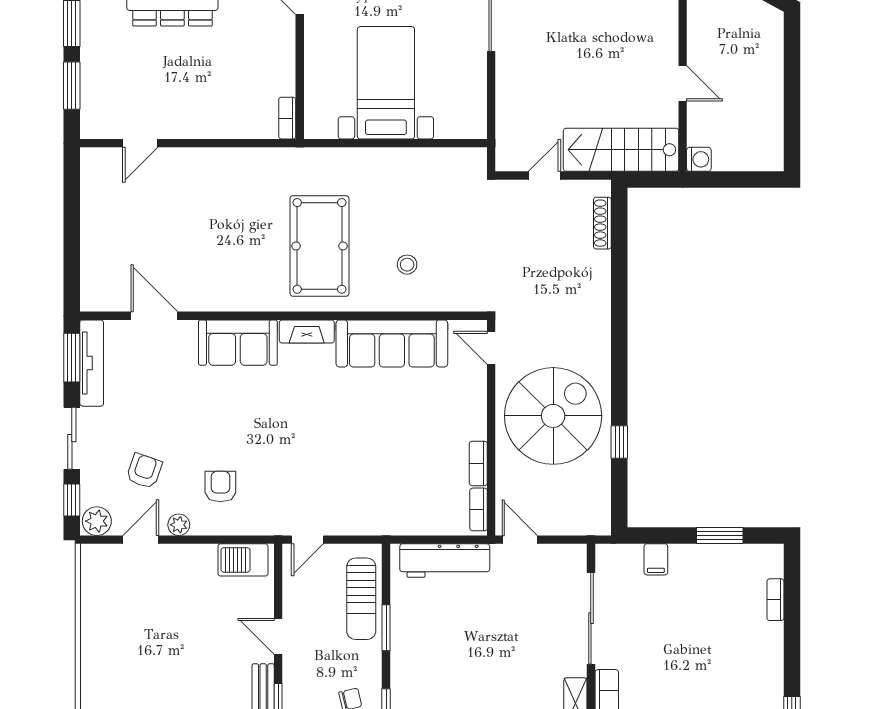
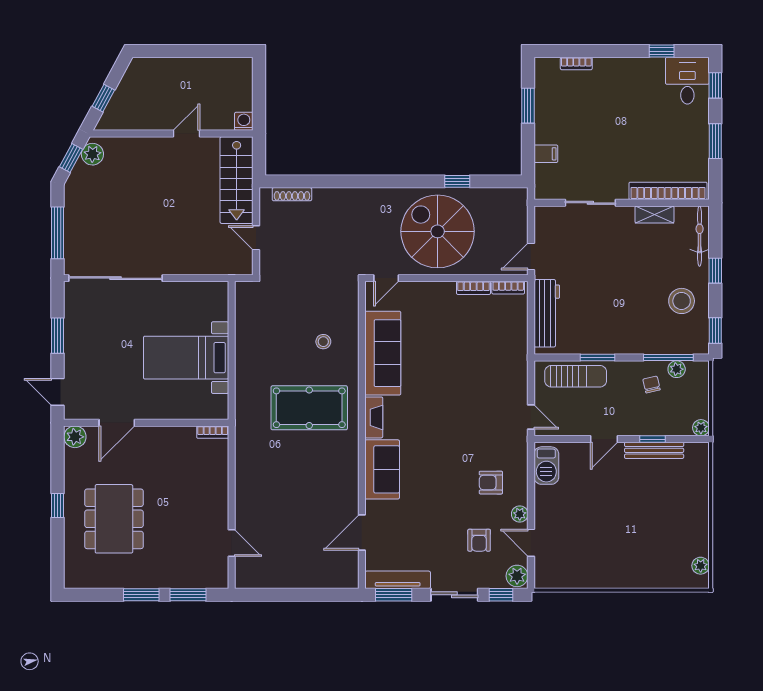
armchair: (144, 471) -> (479, 540), turned -109
sliding door: (591, 618) -> (590, 203), width x0.73

